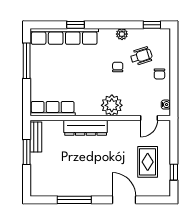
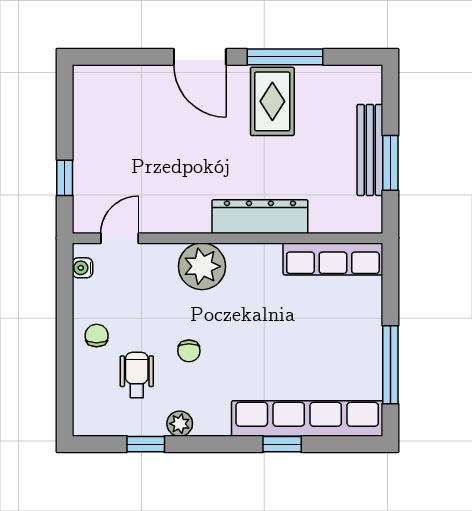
window: (152, 25) -> (146, 444), moved
wheelchair: (141, 56) -> (137, 375), turned 108
bench: (36, 137) -> (370, 150), moved, width x1.36
rug: (148, 162) -> (272, 101), moved
window: (174, 172) -> (65, 178), moved
door: (124, 200) -> (200, 57), moved

